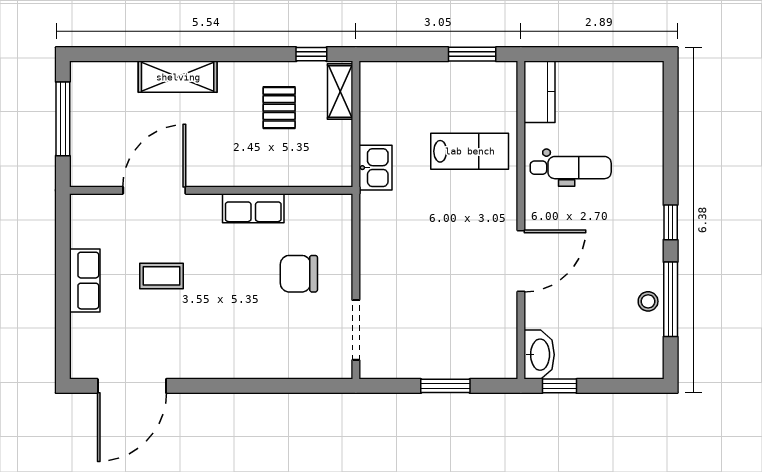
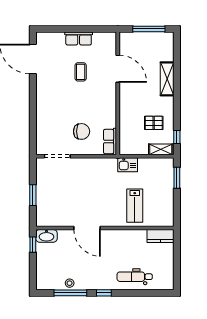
window: (472, 54) -> (177, 178), moved
dental chair: (571, 168) -> (135, 277), moved, turned 90
row of seats: (253, 208) -> (110, 142), moved
chair: (299, 274) -> (82, 131), turned 90

